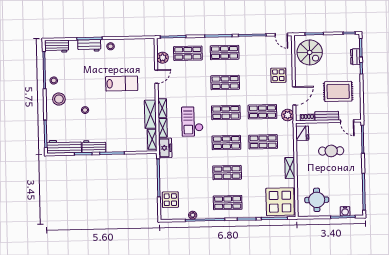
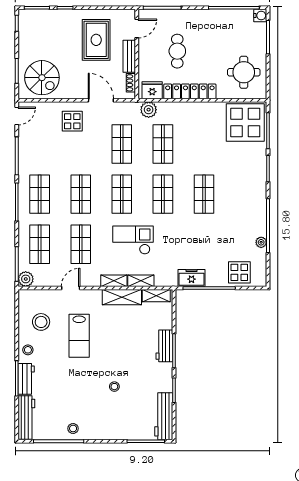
workbench: (57, 46) -> (26, 417), width x1.38
spiral stairs: (310, 52) -> (42, 78), turned 90
dresser: (355, 57) -> (49, 15), removed
plant: (163, 58) -> (26, 279), moved
door: (156, 77) -> (71, 288), hinge flipped
lab bench: (122, 84) -> (79, 336), turned 180
stool: (59, 99) -> (41, 322), moved
plant: (288, 115) -> (149, 110), moved
checkout: (192, 121) -> (133, 240), turned 180
workbench: (94, 146) -> (164, 346), moved
freezer: (165, 148) -> (191, 278), moved
locker: (302, 161) -> (190, 91), added
shelving: (290, 168) -> (199, 108), removed
shop shelf: (228, 203) -> (81, 244), moved
water cooler: (345, 211) -> (260, 16), moved

